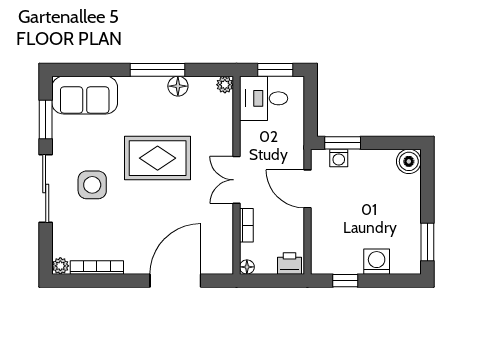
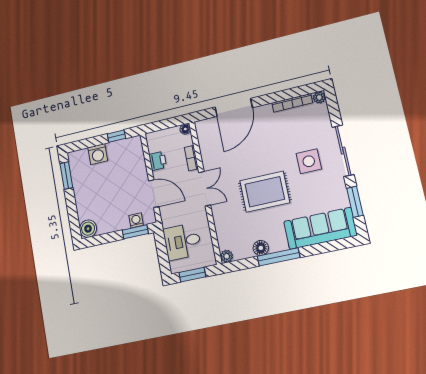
sofa: (85, 95) -> (320, 228), width x1.36
desk: (264, 98) -> (182, 242), moved, turned 180
printer: (290, 263) -> (158, 161), moved, turned -90

